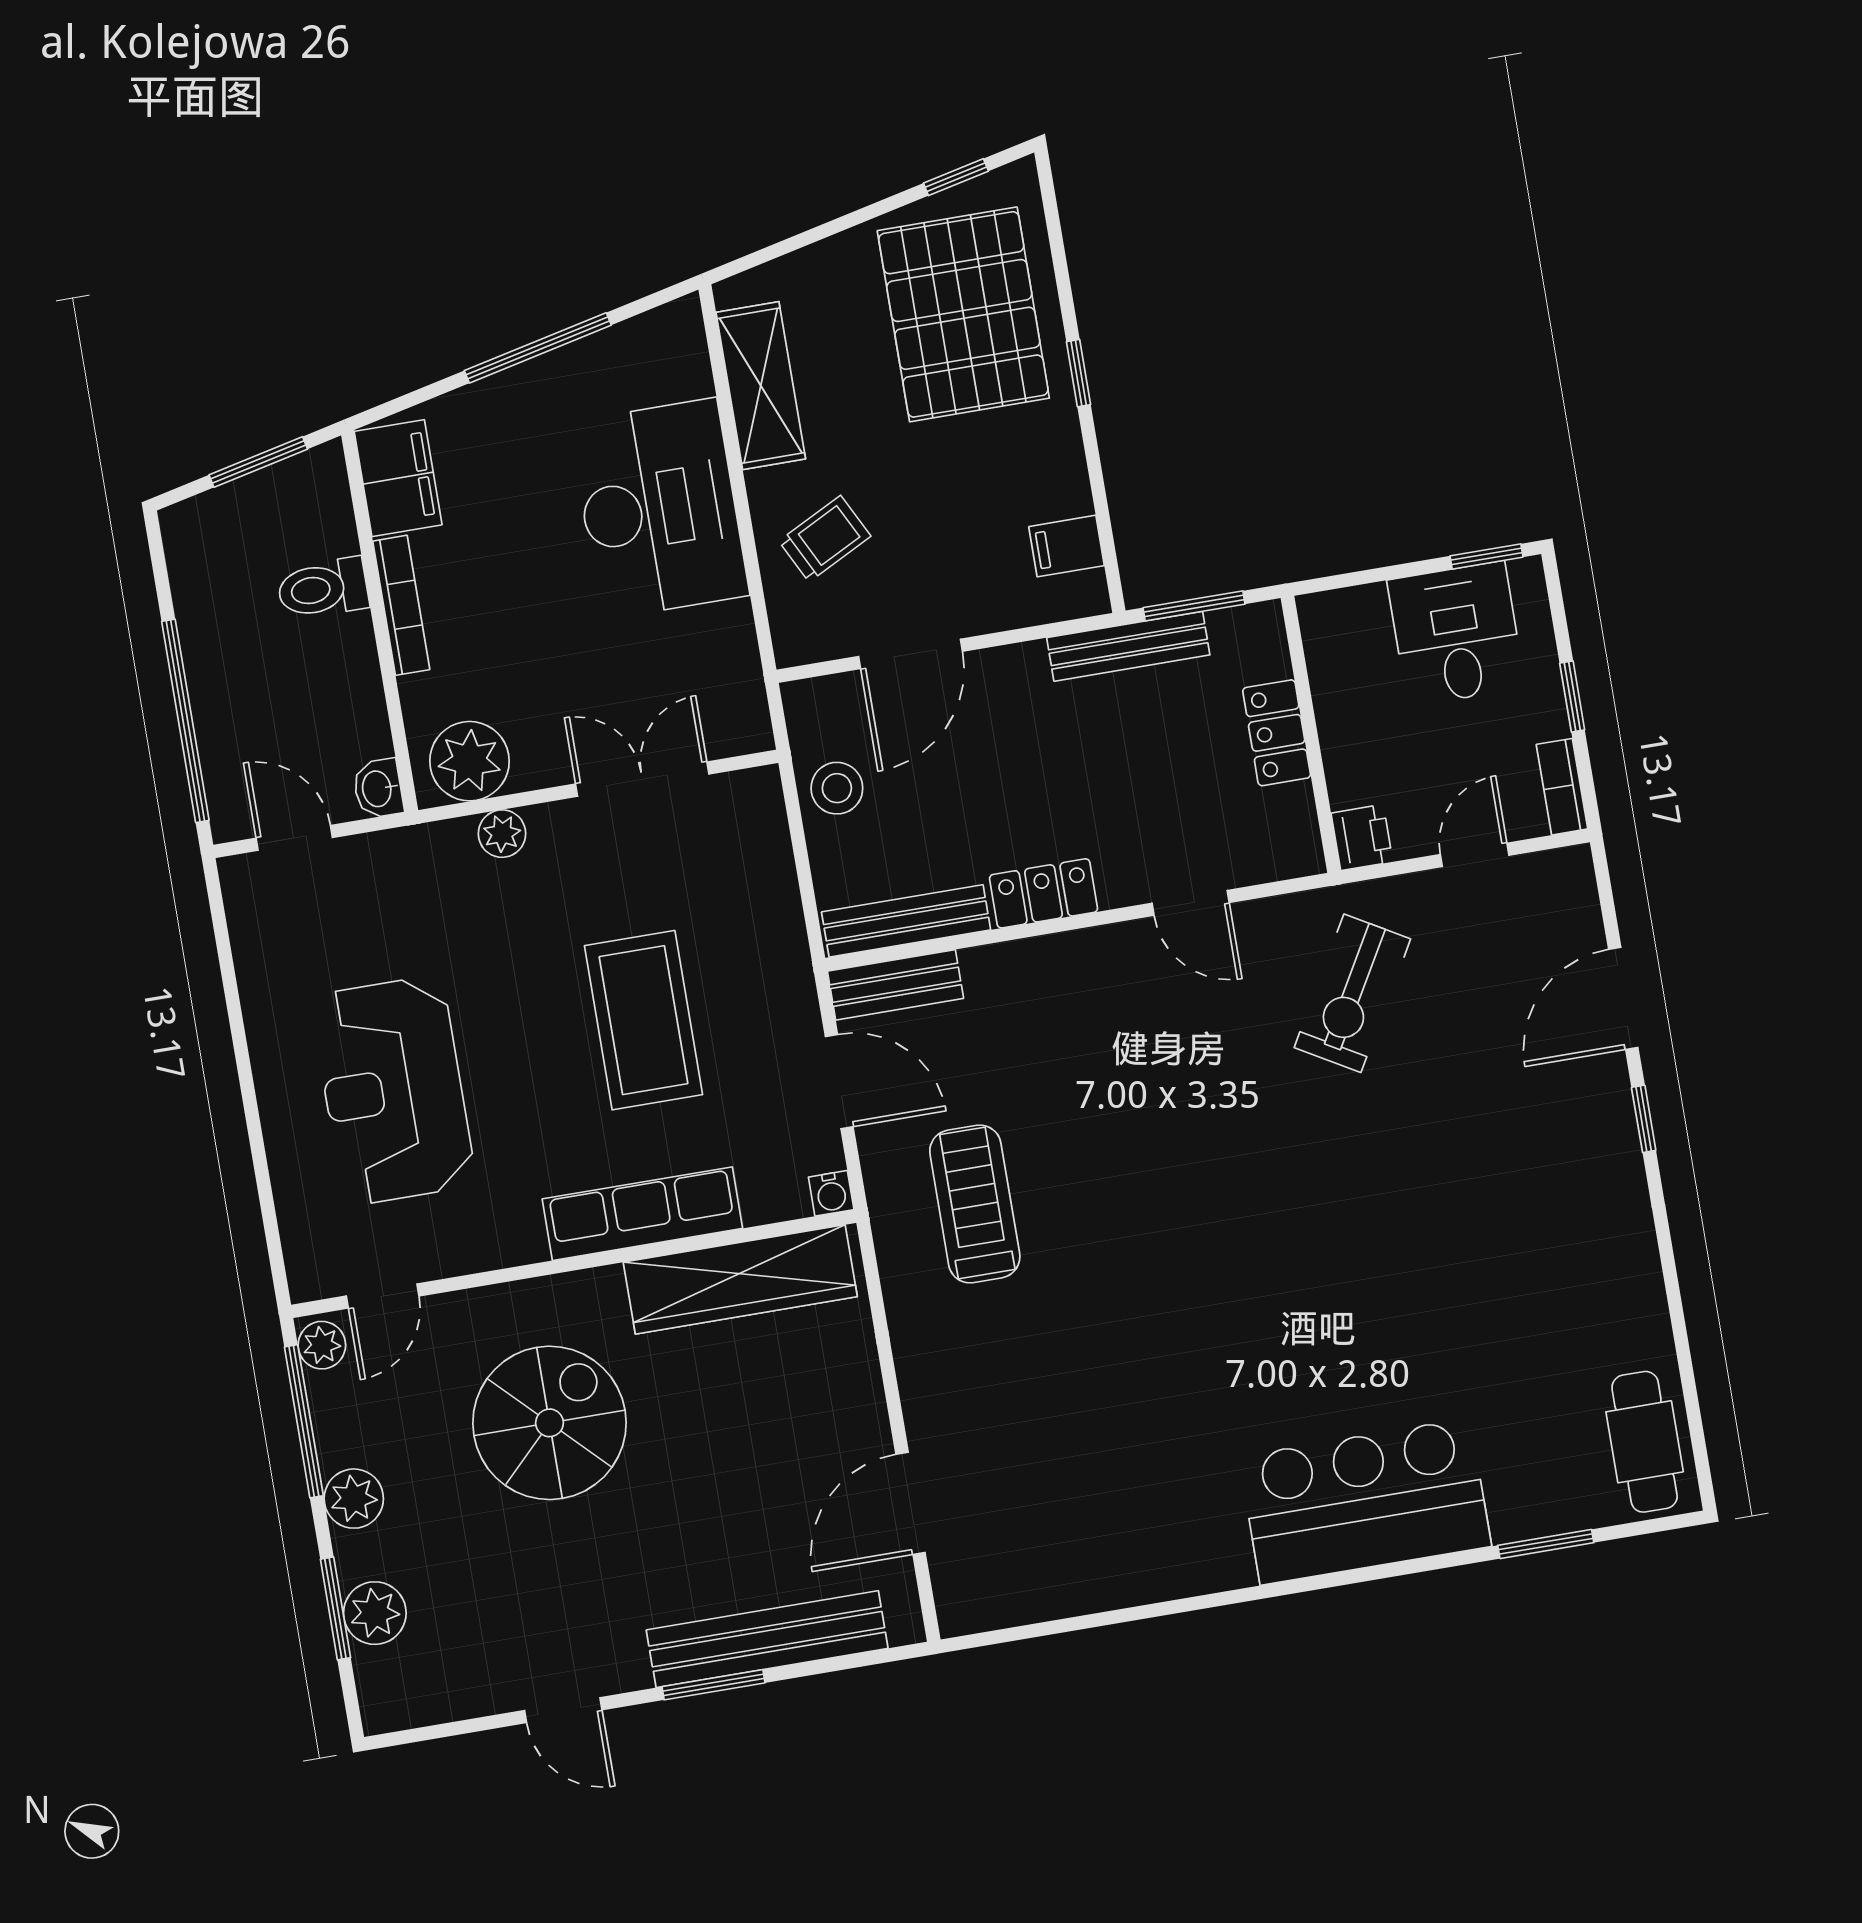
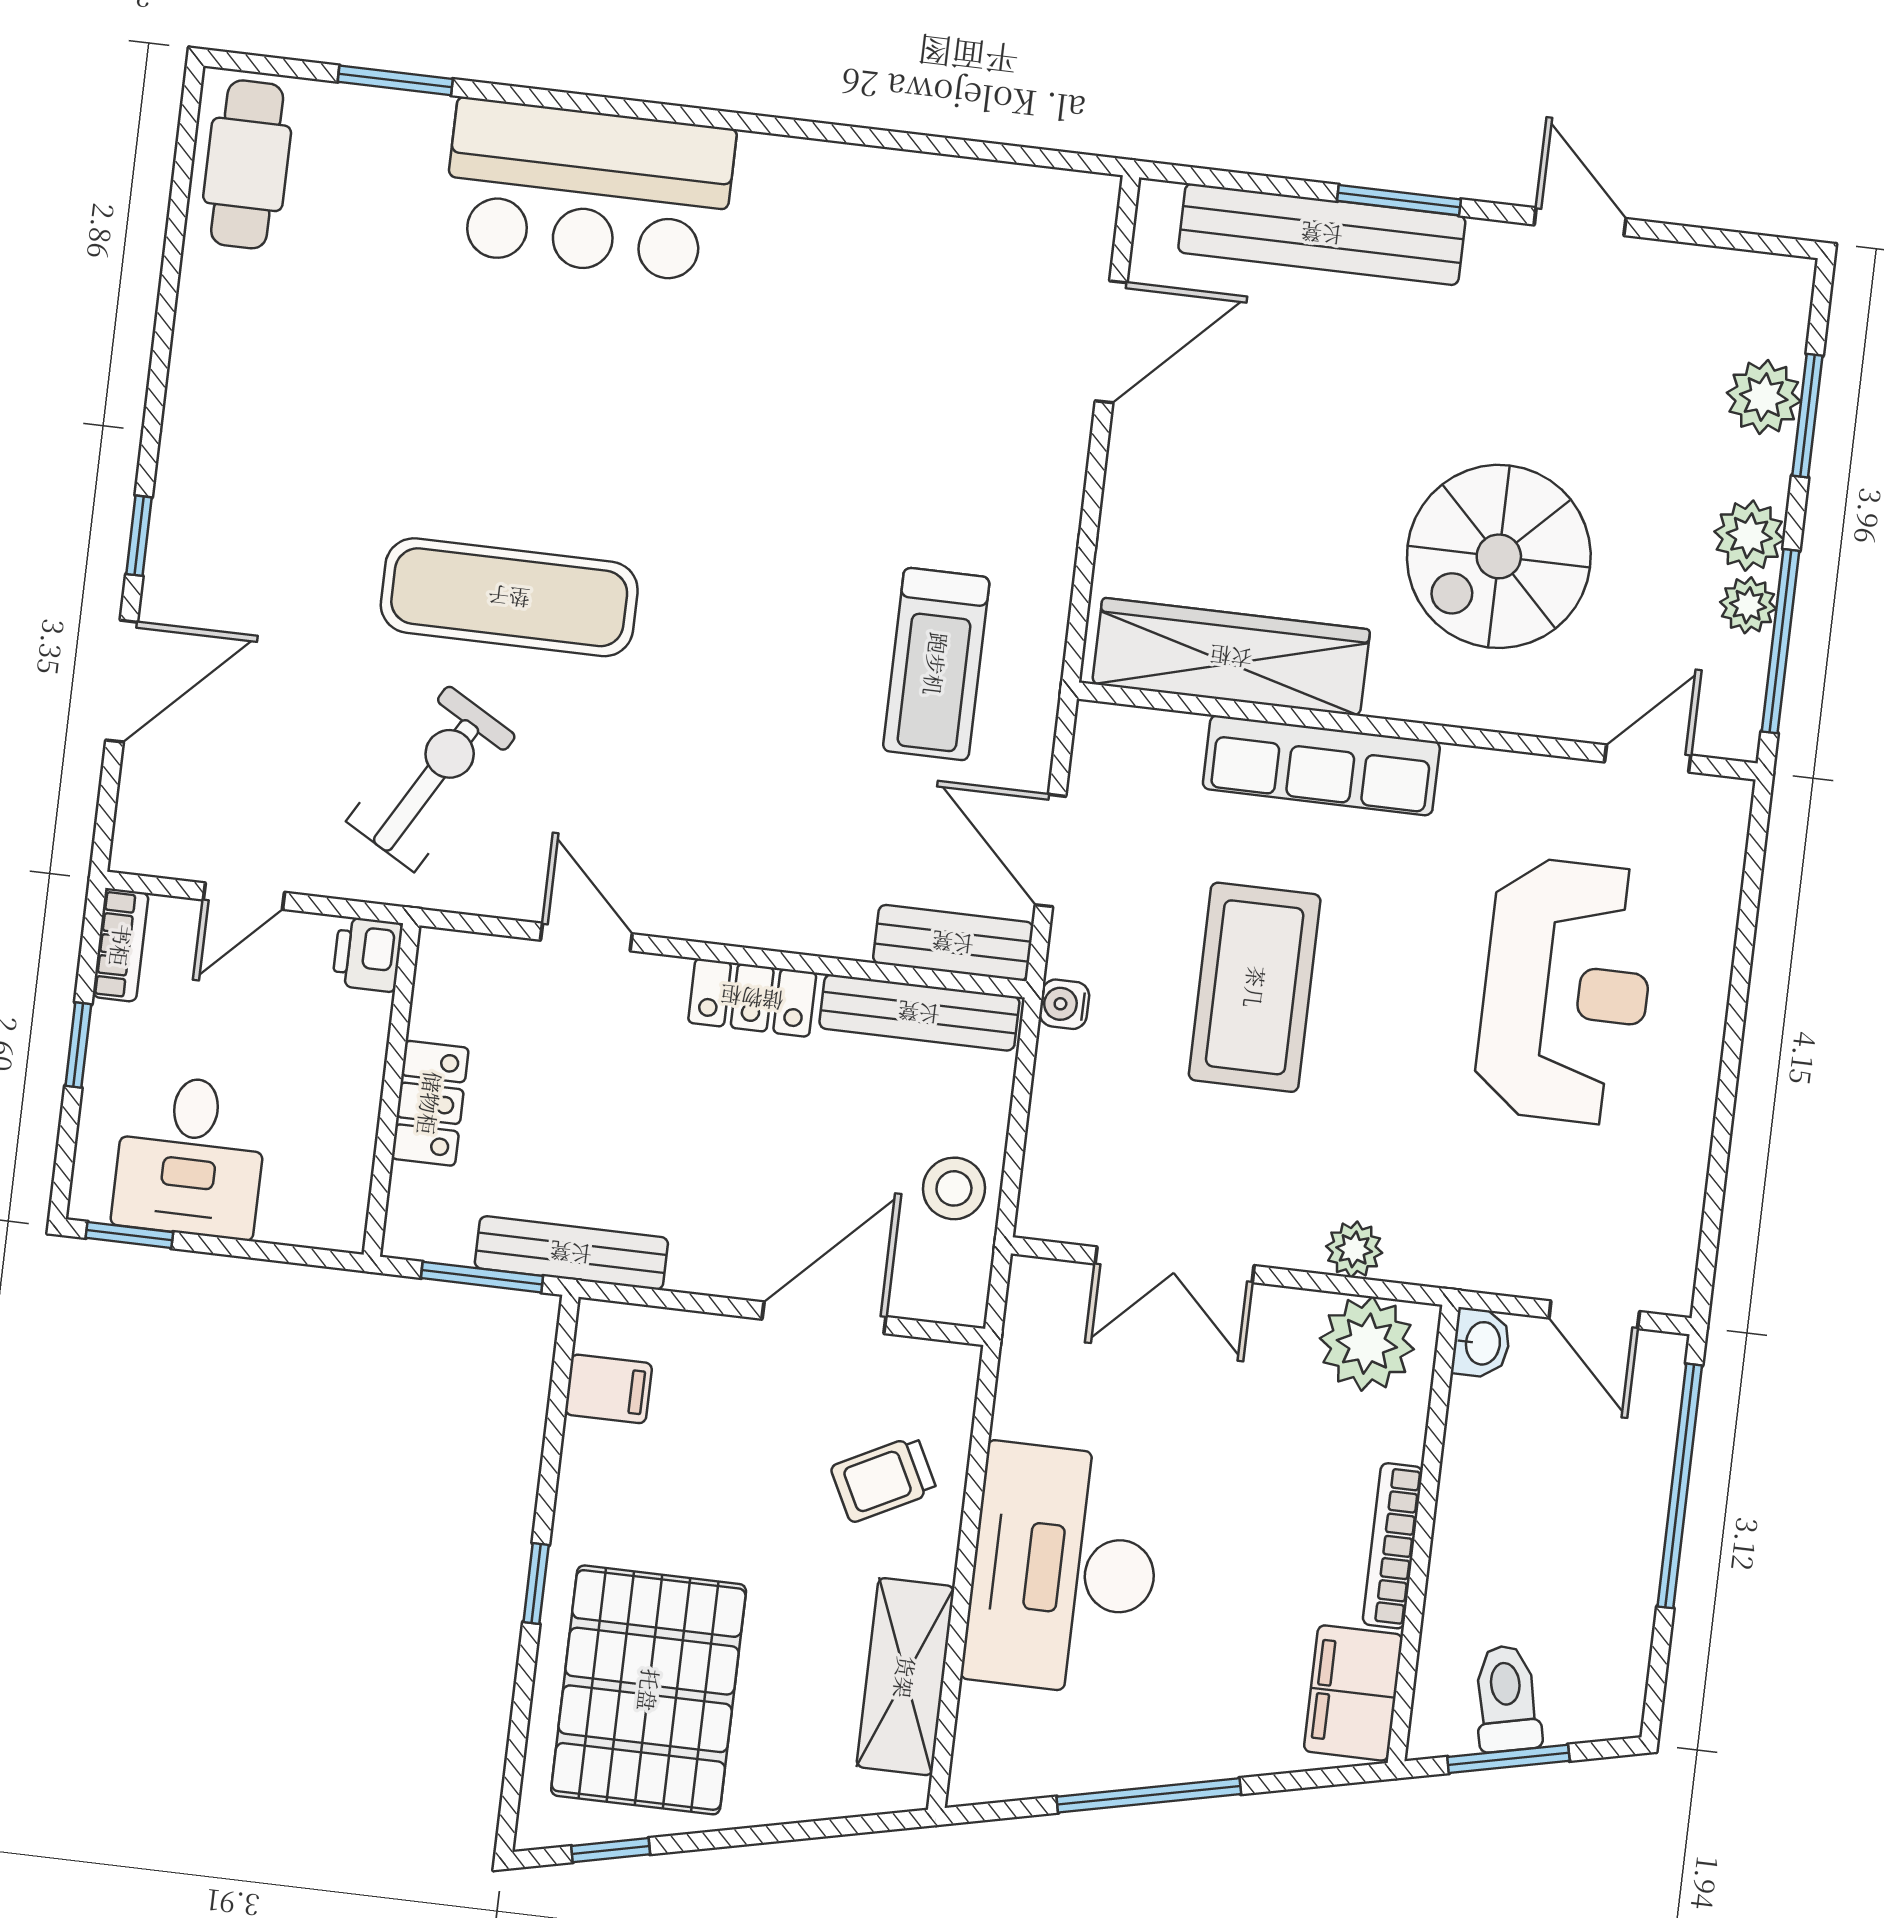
toilet: (323, 589) -> (1507, 1698), moved, turned -103
exercise mat: (1333, 1157) -> (509, 597), added
water cooler: (831, 1193) -> (1064, 1004), moved, turned -90
plant: (322, 1345) -> (1748, 605), moved

